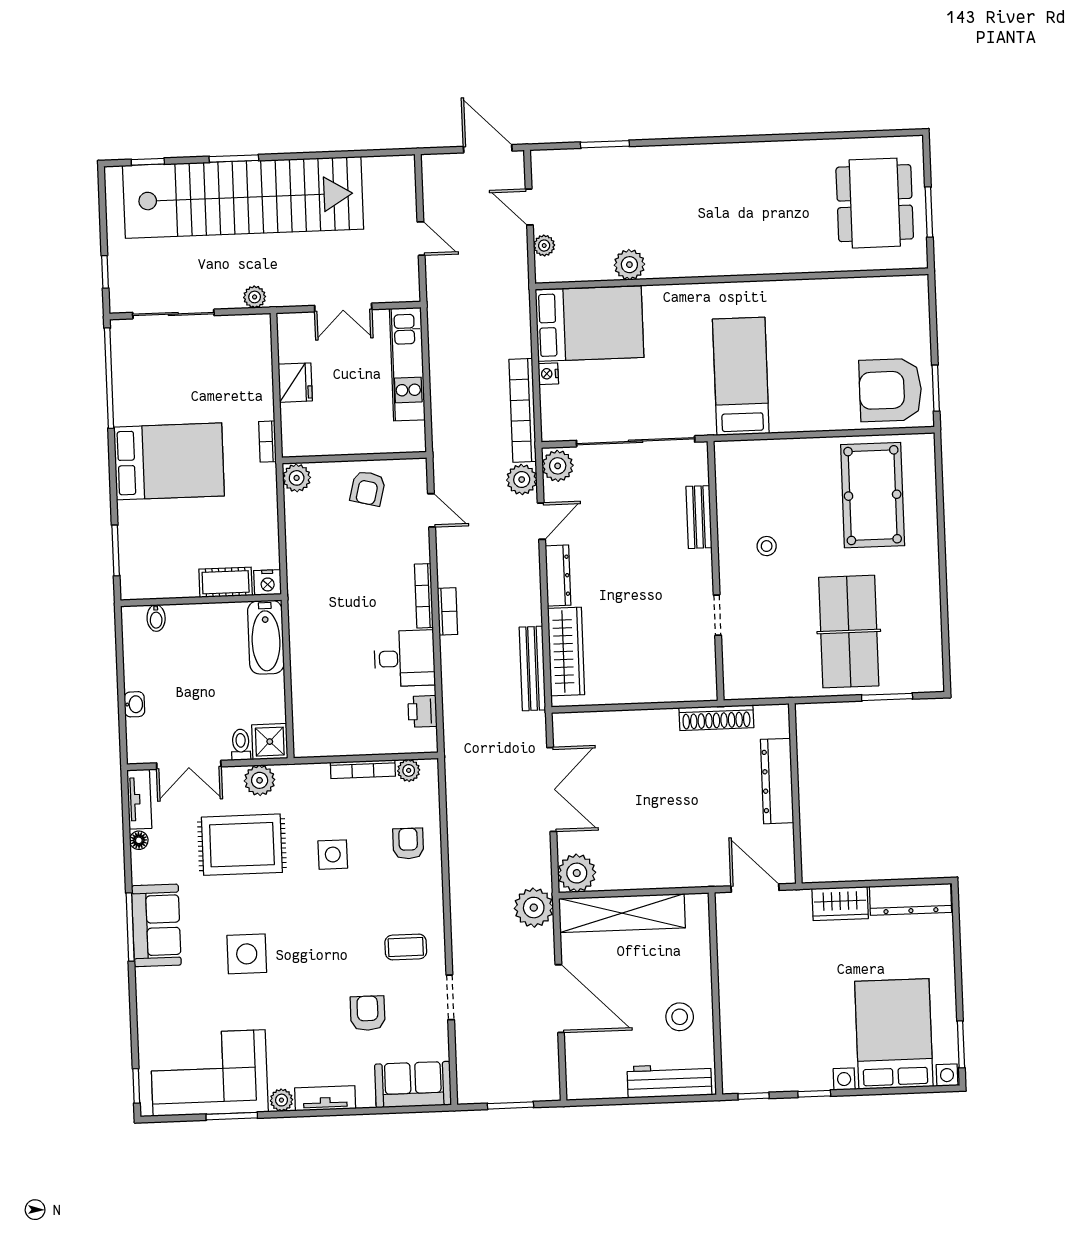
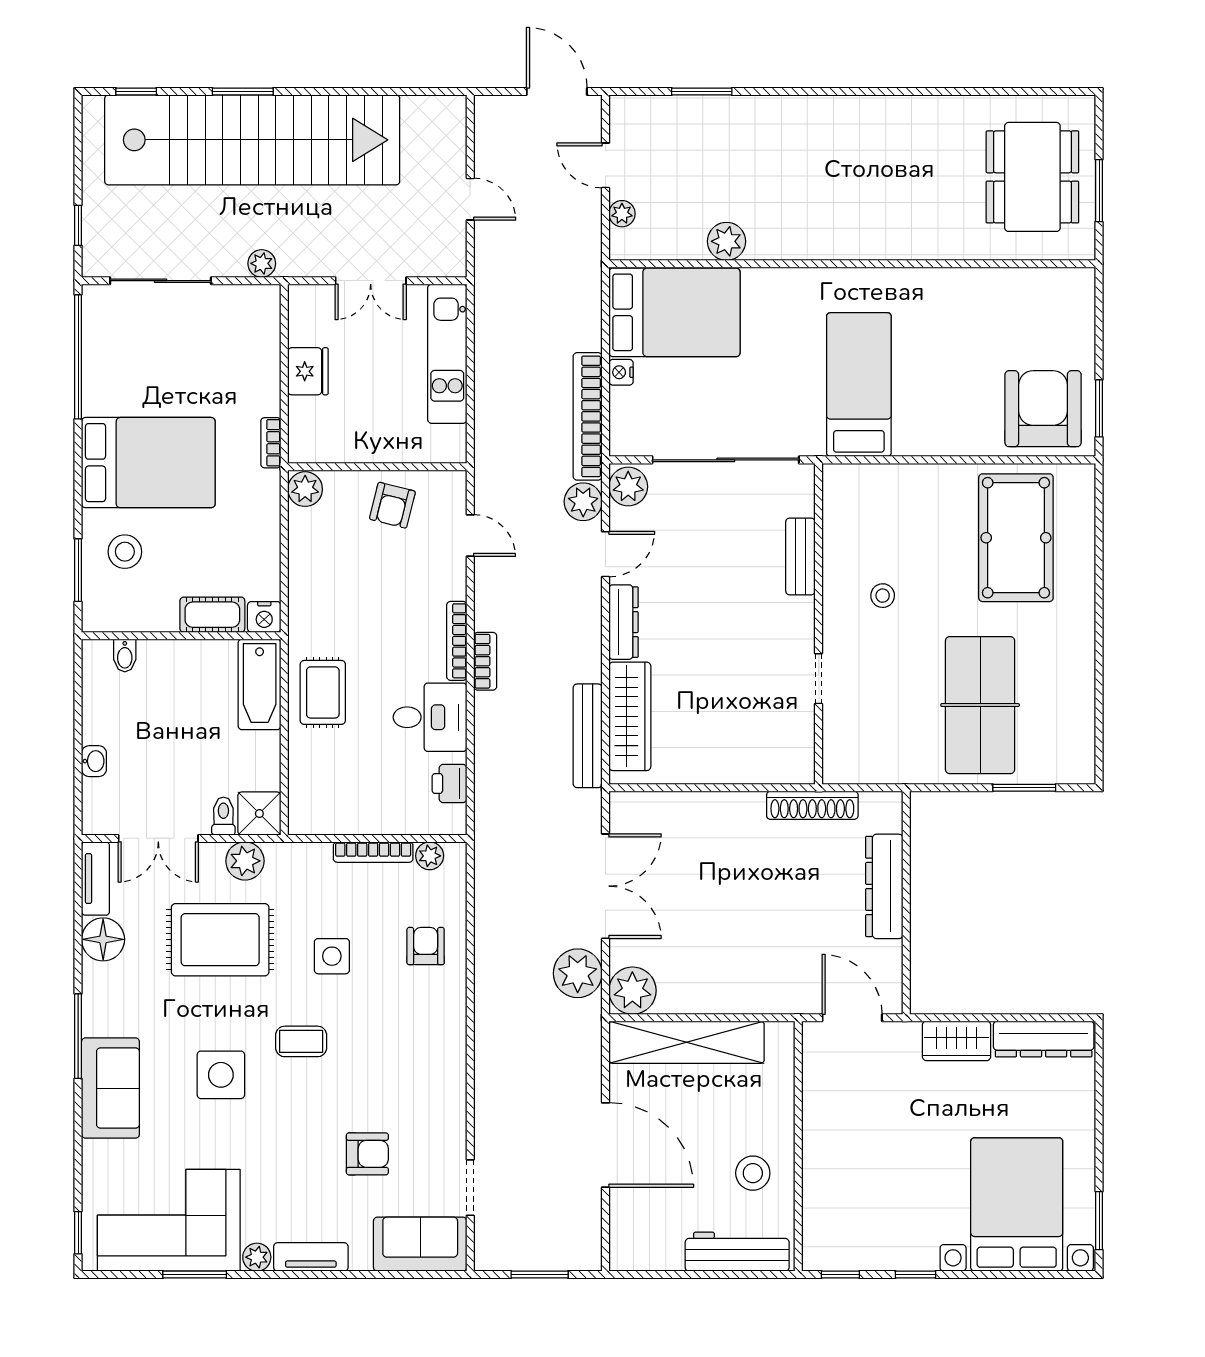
armchair: (890, 390) -> (1043, 409), turned 90
stool: (153, 534) -> (125, 552), added
rug: (317, 642) -> (323, 692), added
floor lamp: (139, 840) -> (103, 939), width x1.89, depth x1.89
plant: (534, 908) -> (578, 973), moved
sofa: (156, 925) -> (110, 1088), moved
coffee table: (406, 947) -> (301, 1041), moved
doorway: (450, 997) -> (470, 1188), moved
armchair: (368, 1013) -> (367, 1154), turned 90

